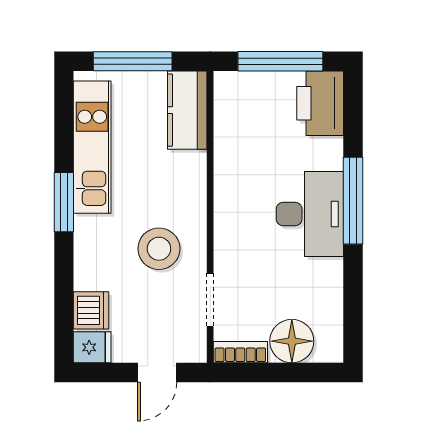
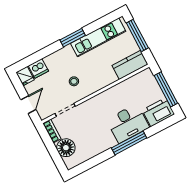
desk: (310, 214) -> (128, 123), moved
stool: (159, 249) -> (74, 81), width x0.53, depth x0.53
door: (157, 373) -> (28, 105), swing flipped

